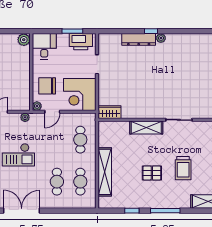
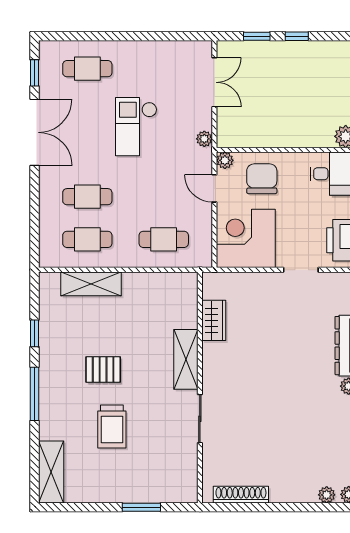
wardrobe: (110, 112) -> (214, 320), moved
trolley: (183, 168) -> (112, 426), turned -90
shelving: (105, 172) -> (91, 284), width x0.68
pallet: (152, 173) -> (103, 370), turned 90

